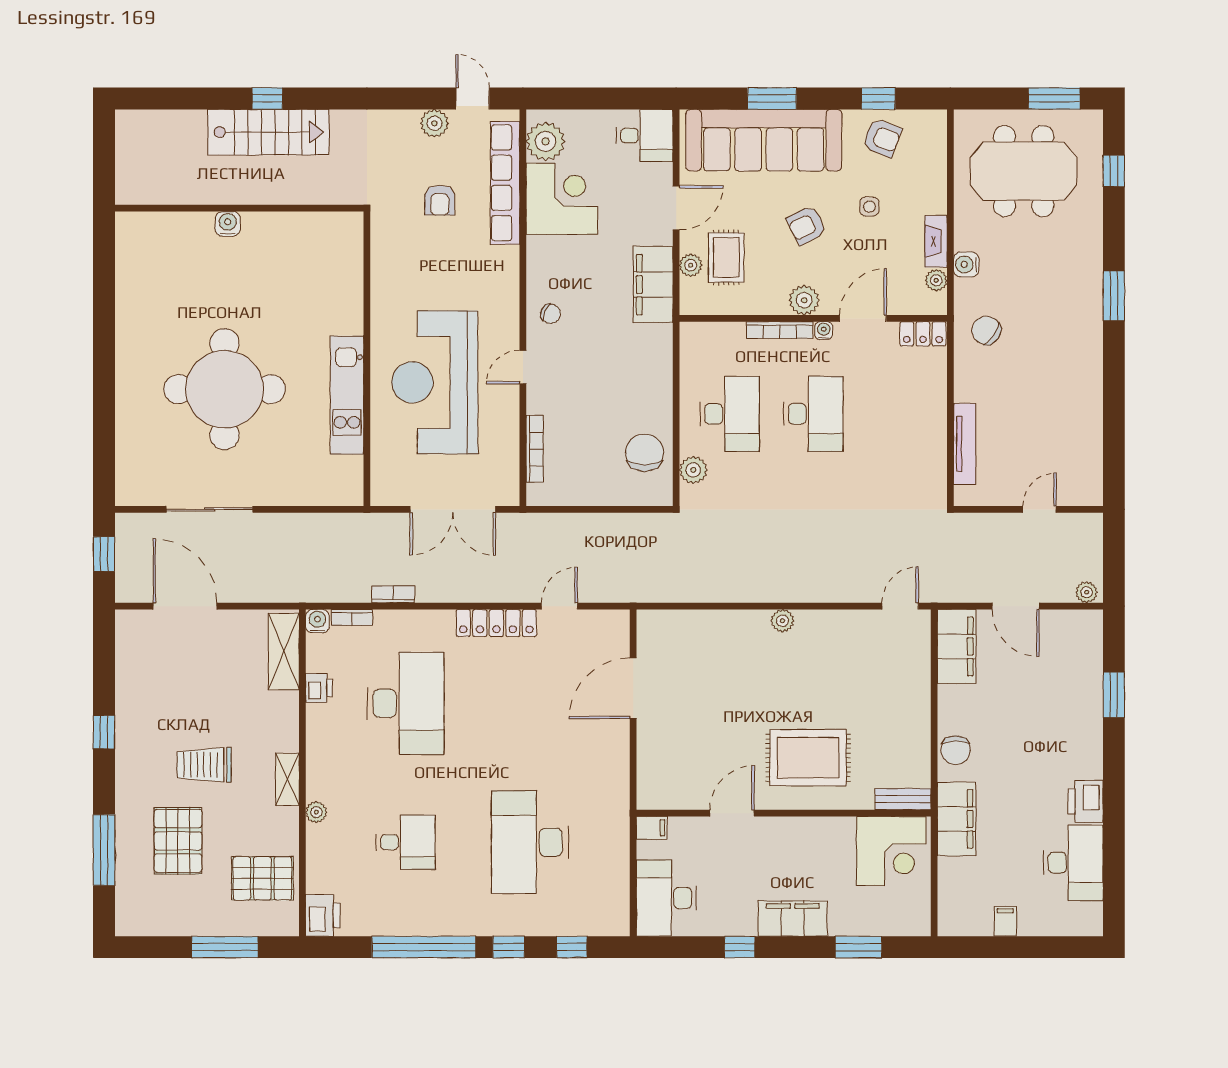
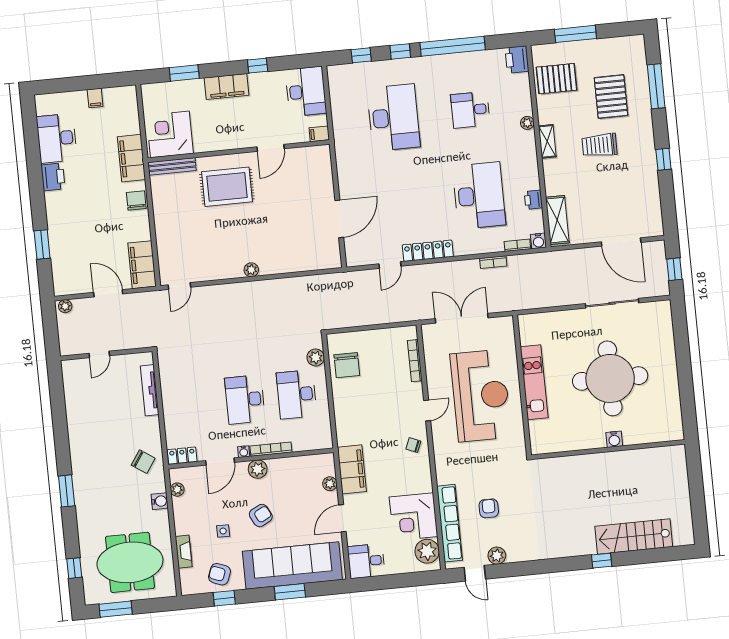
stairs: (268, 132) -> (634, 536), moved
wall: (239, 208) -> (608, 450), moved
water cooler: (228, 224) -> (614, 439), moved
fireplace: (936, 241) -> (184, 552), moved
rug: (726, 257) -> (308, 491), removed
desk: (405, 703) -> (479, 196), turned 180
trolley: (204, 765) -> (600, 145), turned 180
bench: (903, 799) -> (172, 166), width x1.36

